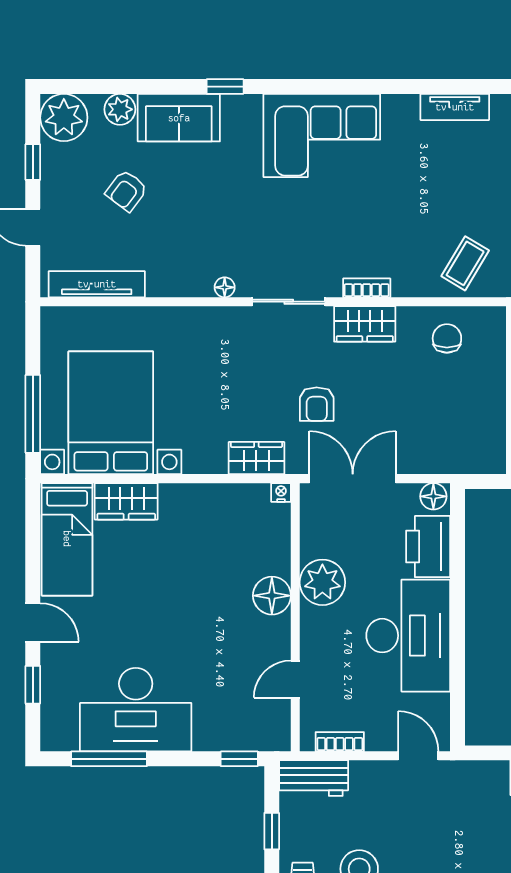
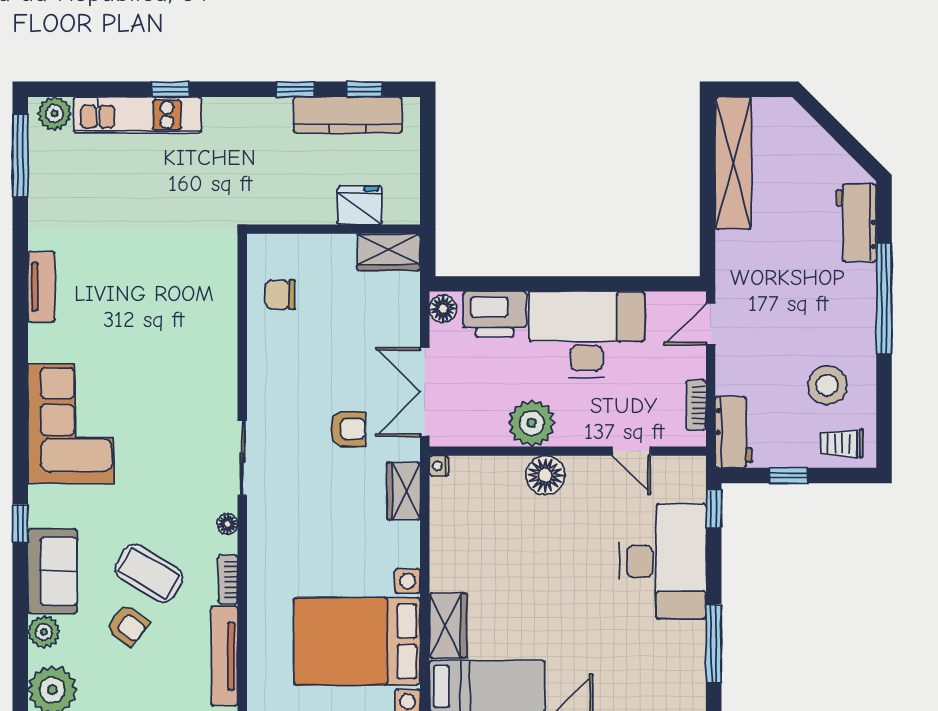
coffee table: (465, 263) -> (149, 573), moved, width x1.36, depth x1.30
bookcase: (367, 288) -> (228, 579), moved
wardrobe: (365, 324) -> (389, 252), moved, turned 90
desk: (136, 710) -> (663, 561), moved

